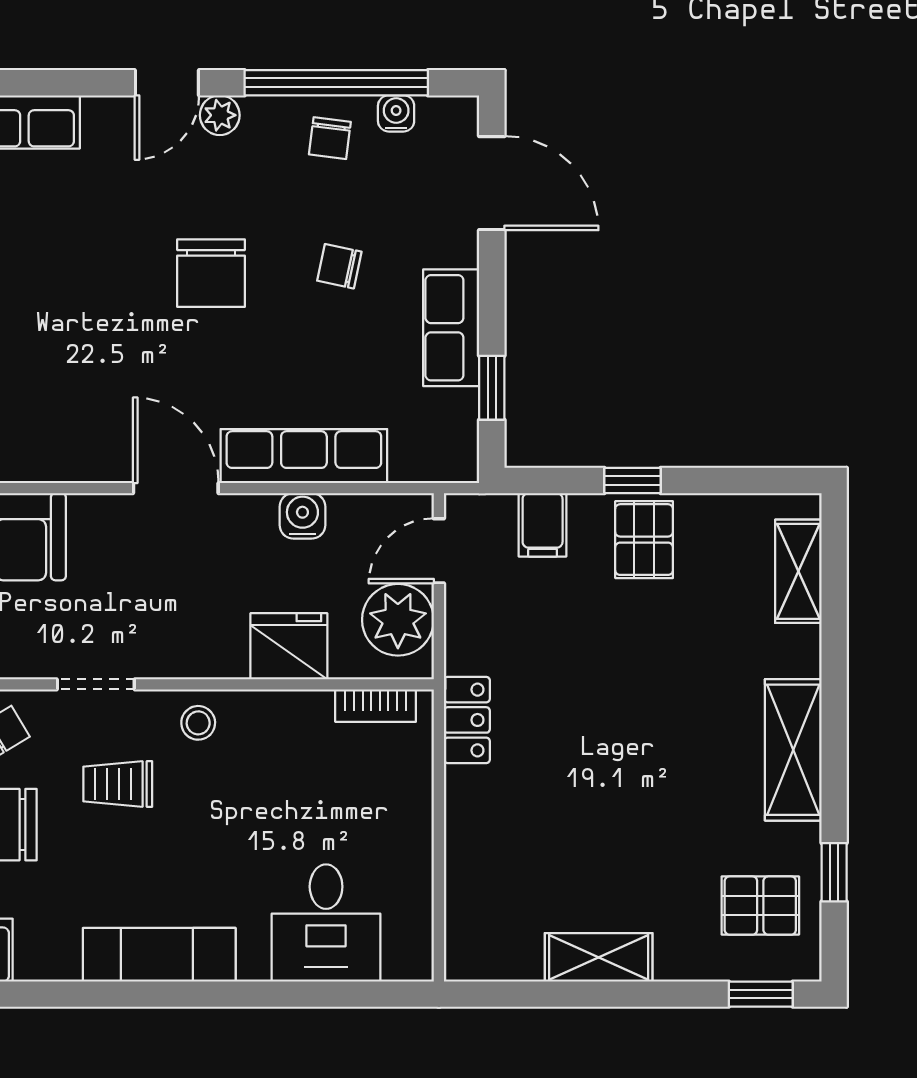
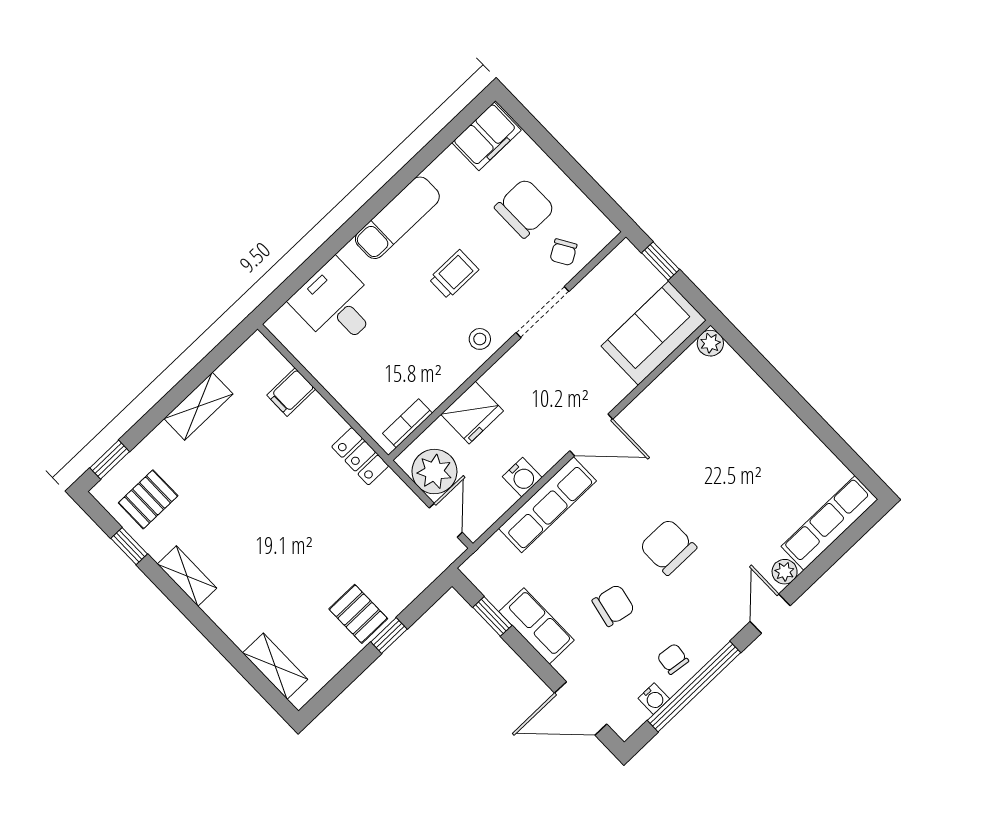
plant: (220, 115) -> (785, 572), moved
chair: (339, 266) -> (613, 605), width x1.37, depth x1.37
filing cabinet: (543, 525) -> (291, 392), moved, turned -90
doorway: (96, 684) -> (543, 312), width x1.38
shelving: (793, 750) -> (187, 576), width x0.67, depth x0.75
trolley: (118, 784) -> (454, 274), moved

